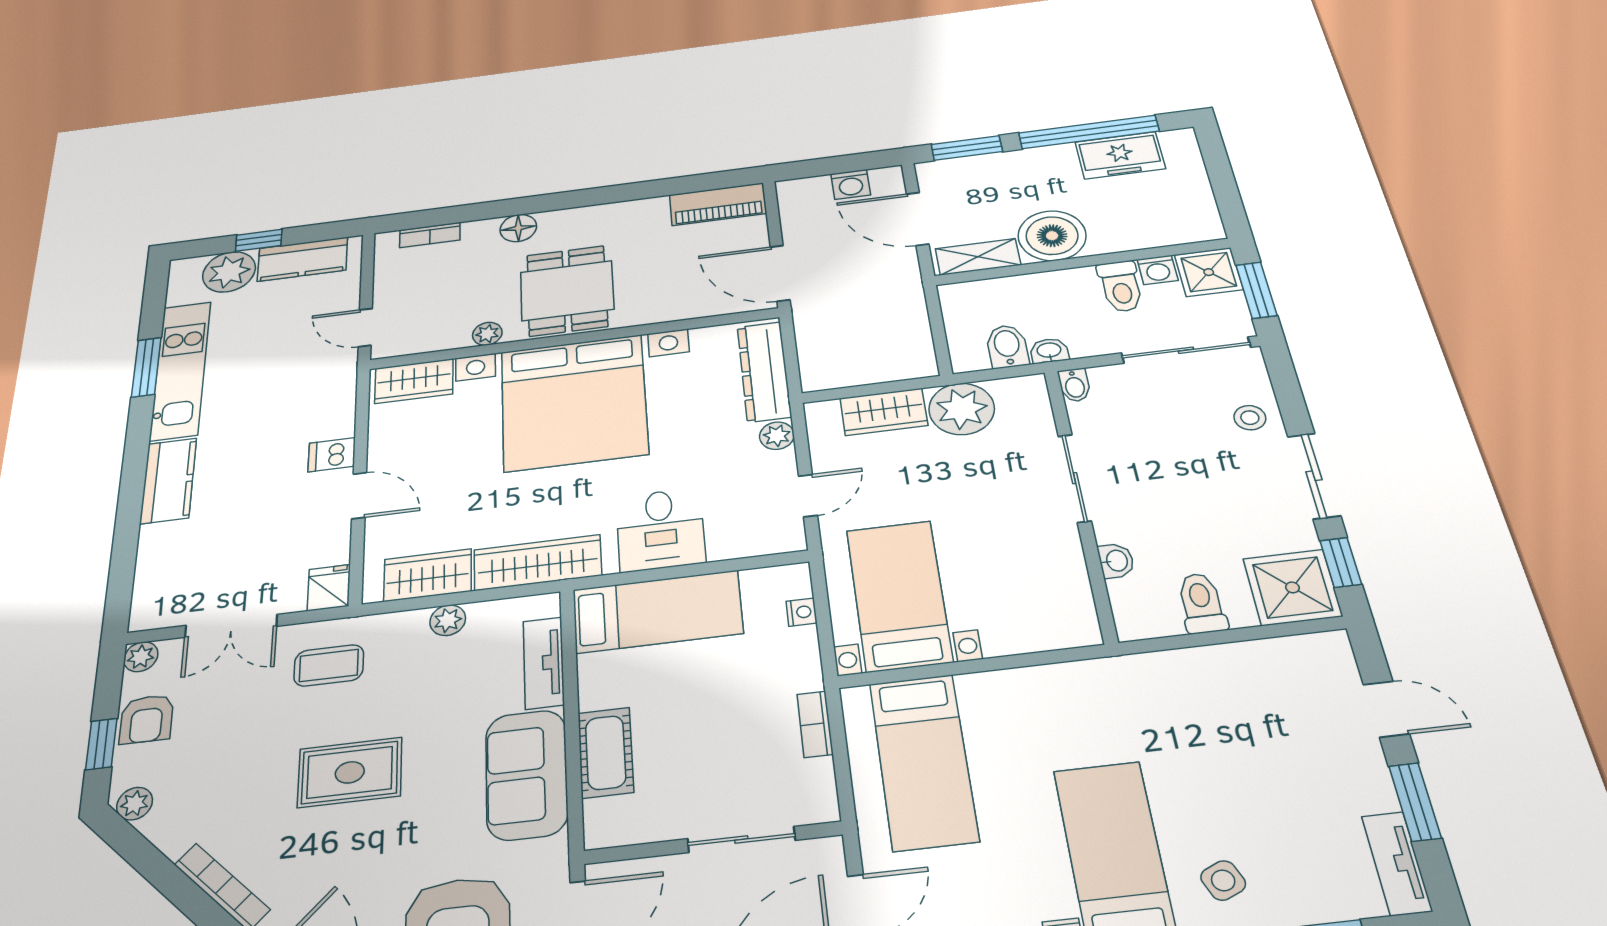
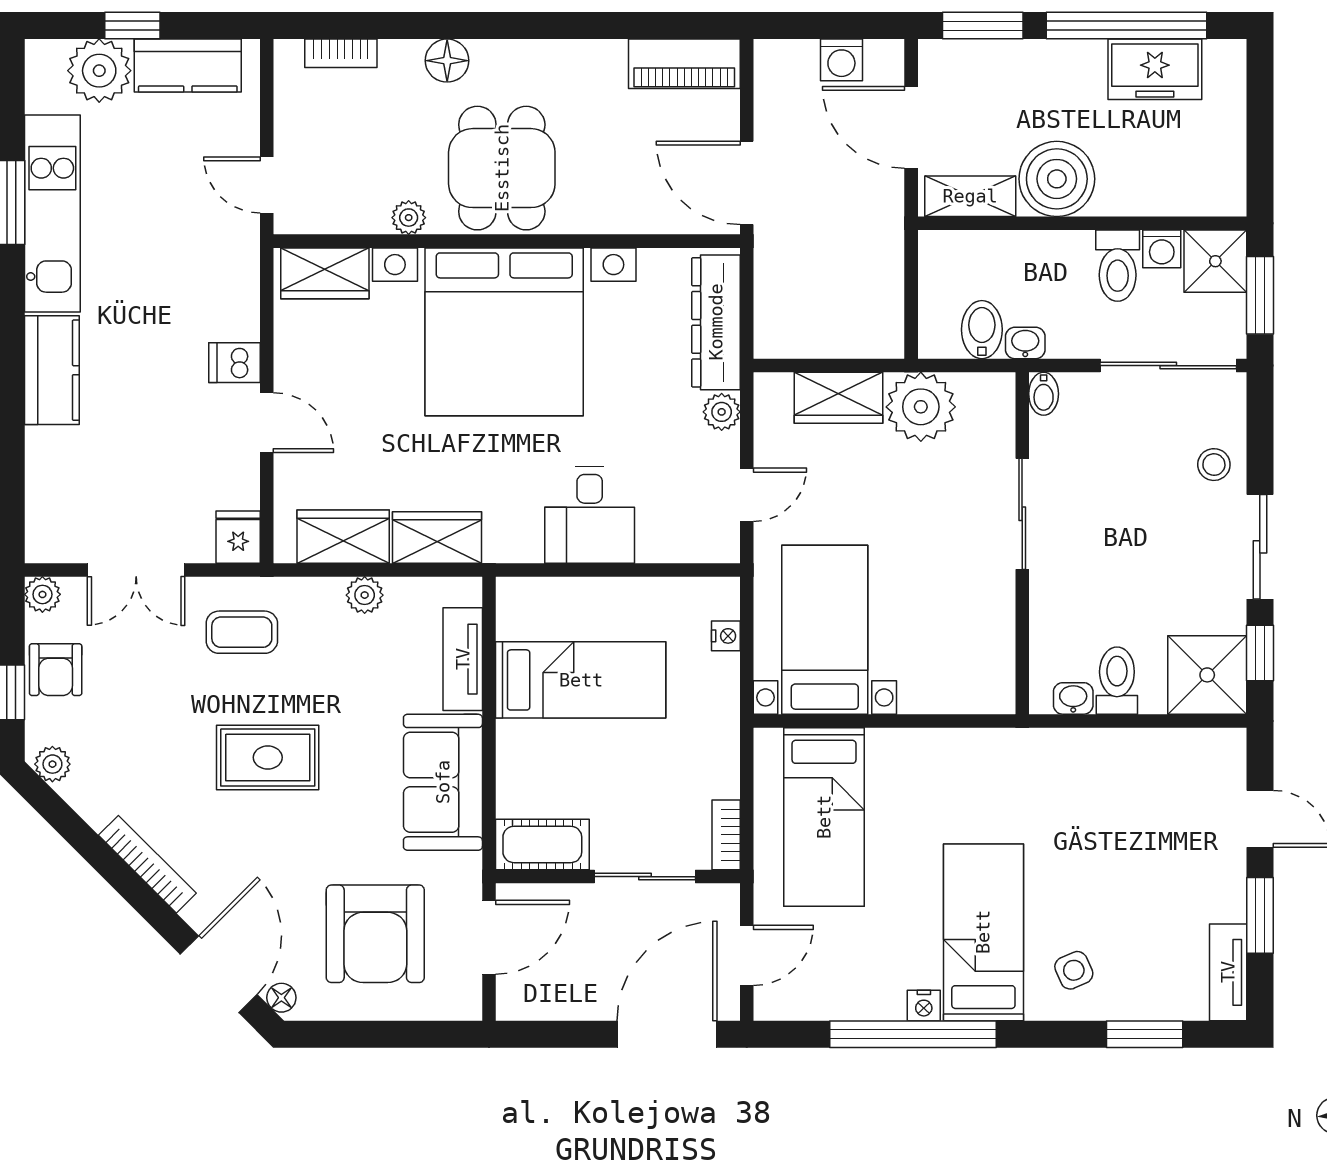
washbasin: (1116, 561) -> (1073, 698), moved, turned -90
wardrobe: (538, 563) -> (437, 537), width x0.67
bed: (657, 612) -> (581, 680), moved
bookcase: (815, 724) -> (726, 835), moved
cot: (606, 753) -> (542, 844), moved, turned 90

